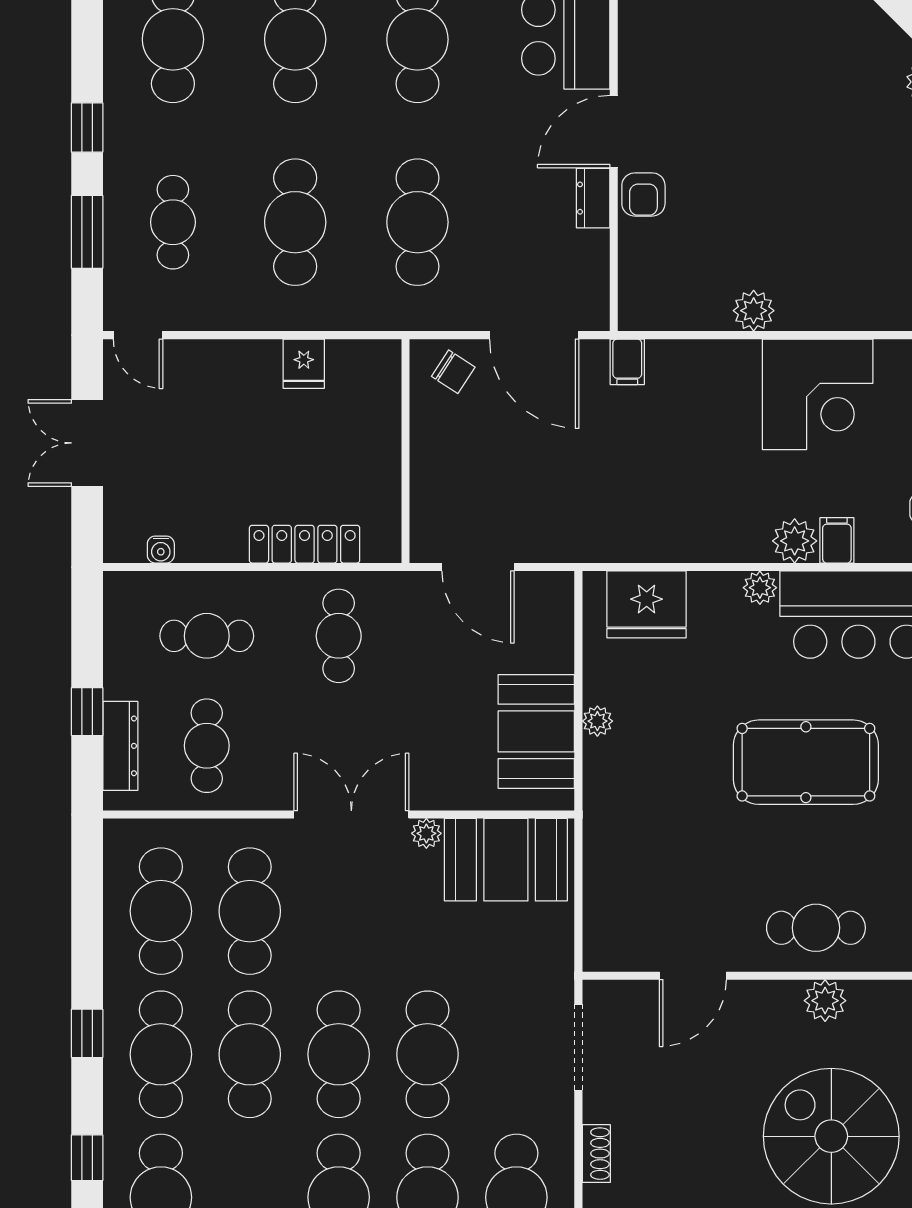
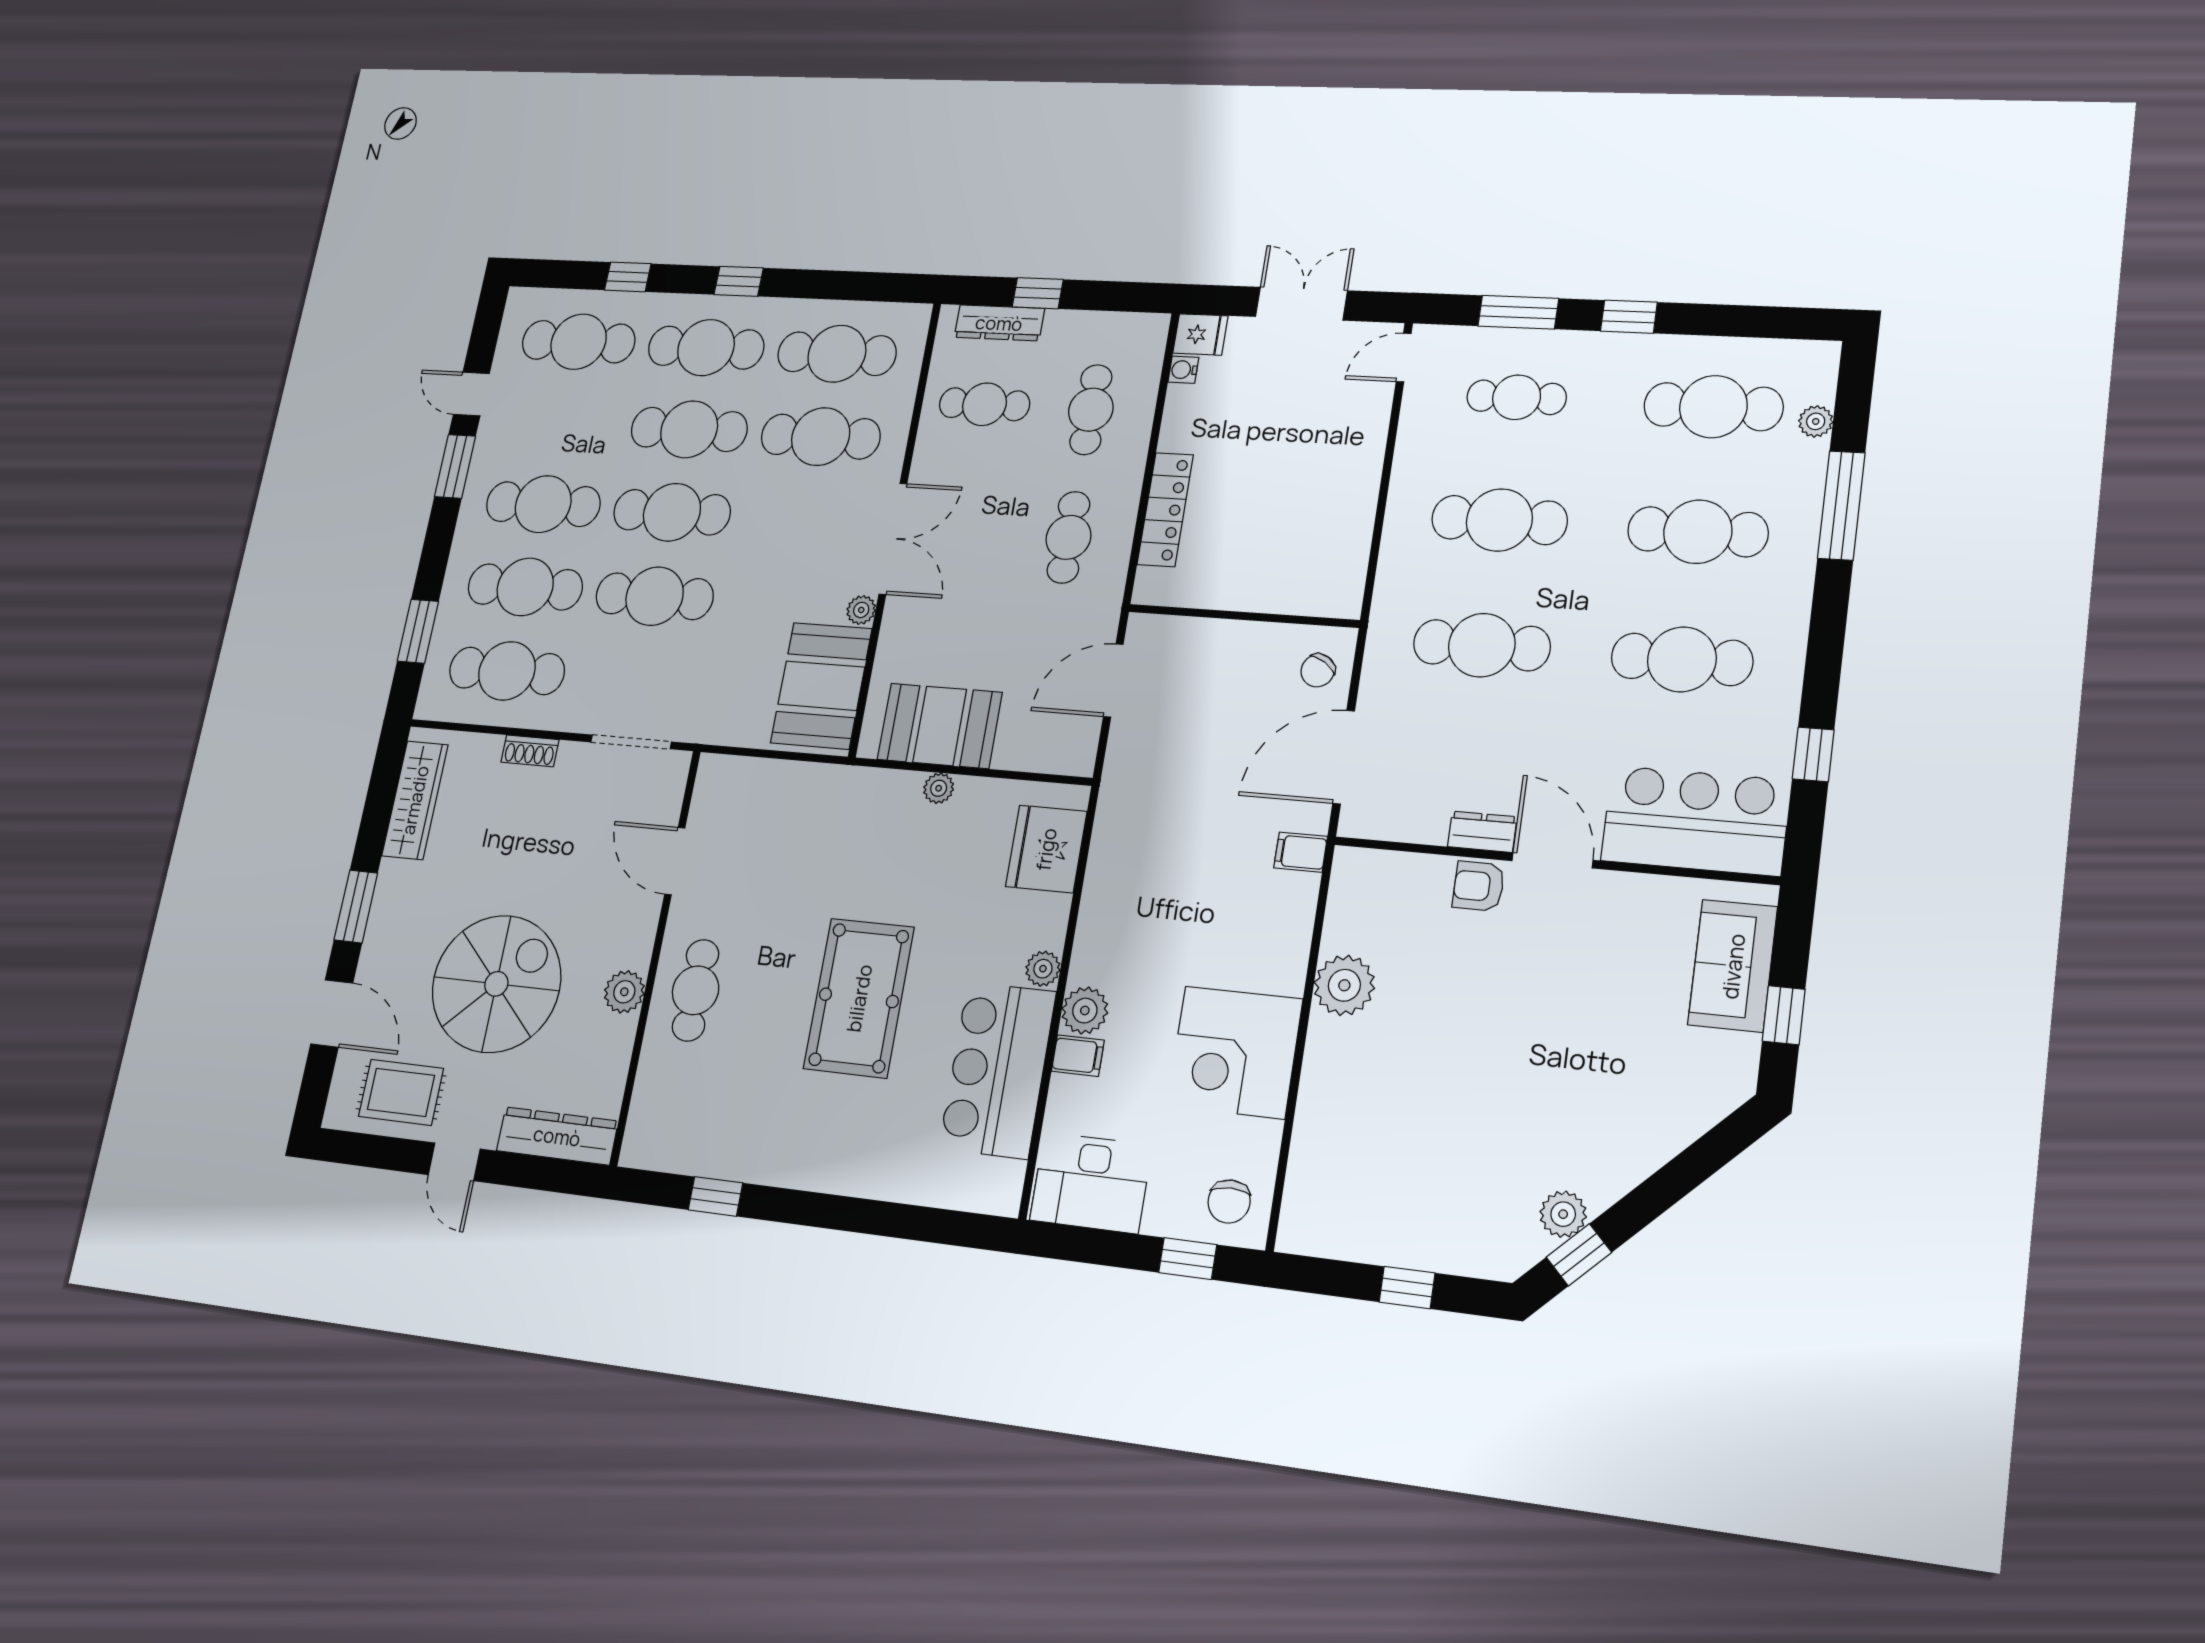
plant: (754, 311) -> (1344, 985), width x1.36, depth x1.36
fridge: (304, 364) -> (1200, 334), moved, turned 180
cafe table: (339, 636) -> (1068, 537), turned 90

